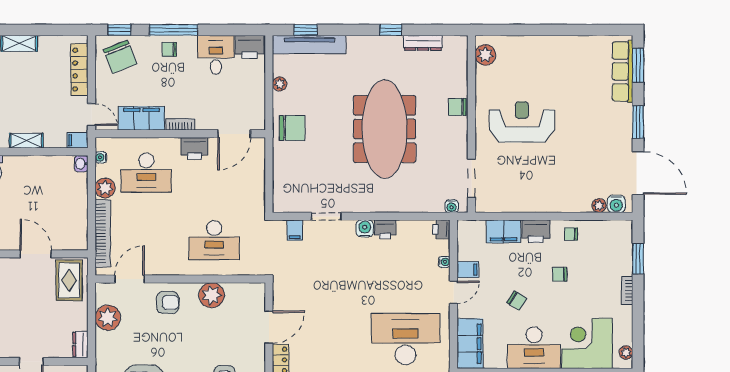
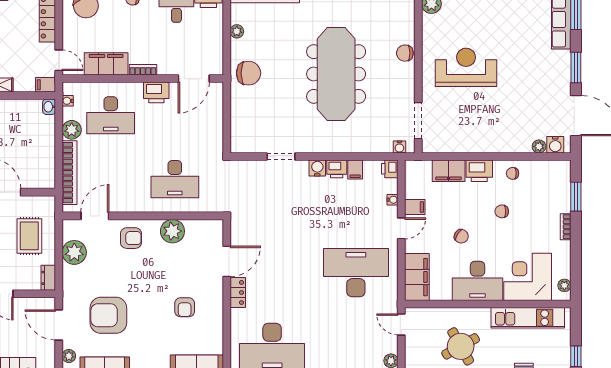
filing cabinet: (295, 230) -> (355, 170), moved
rug: (69, 280) -> (29, 236), moved

